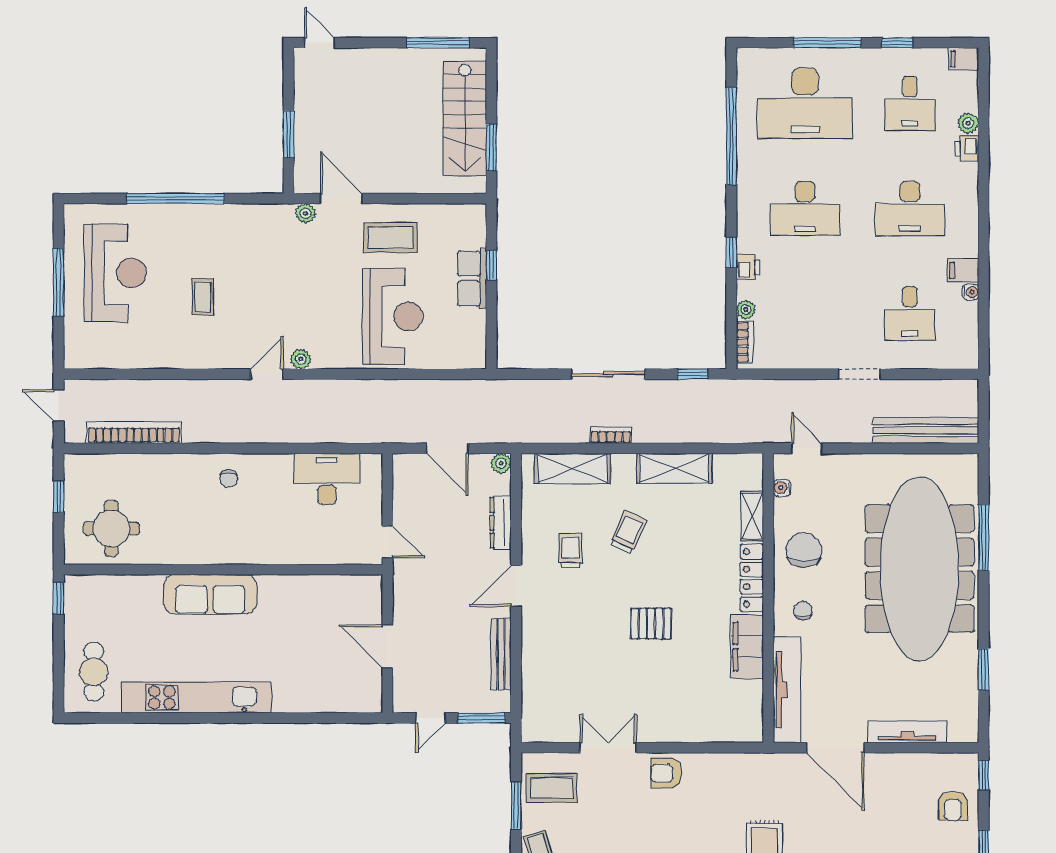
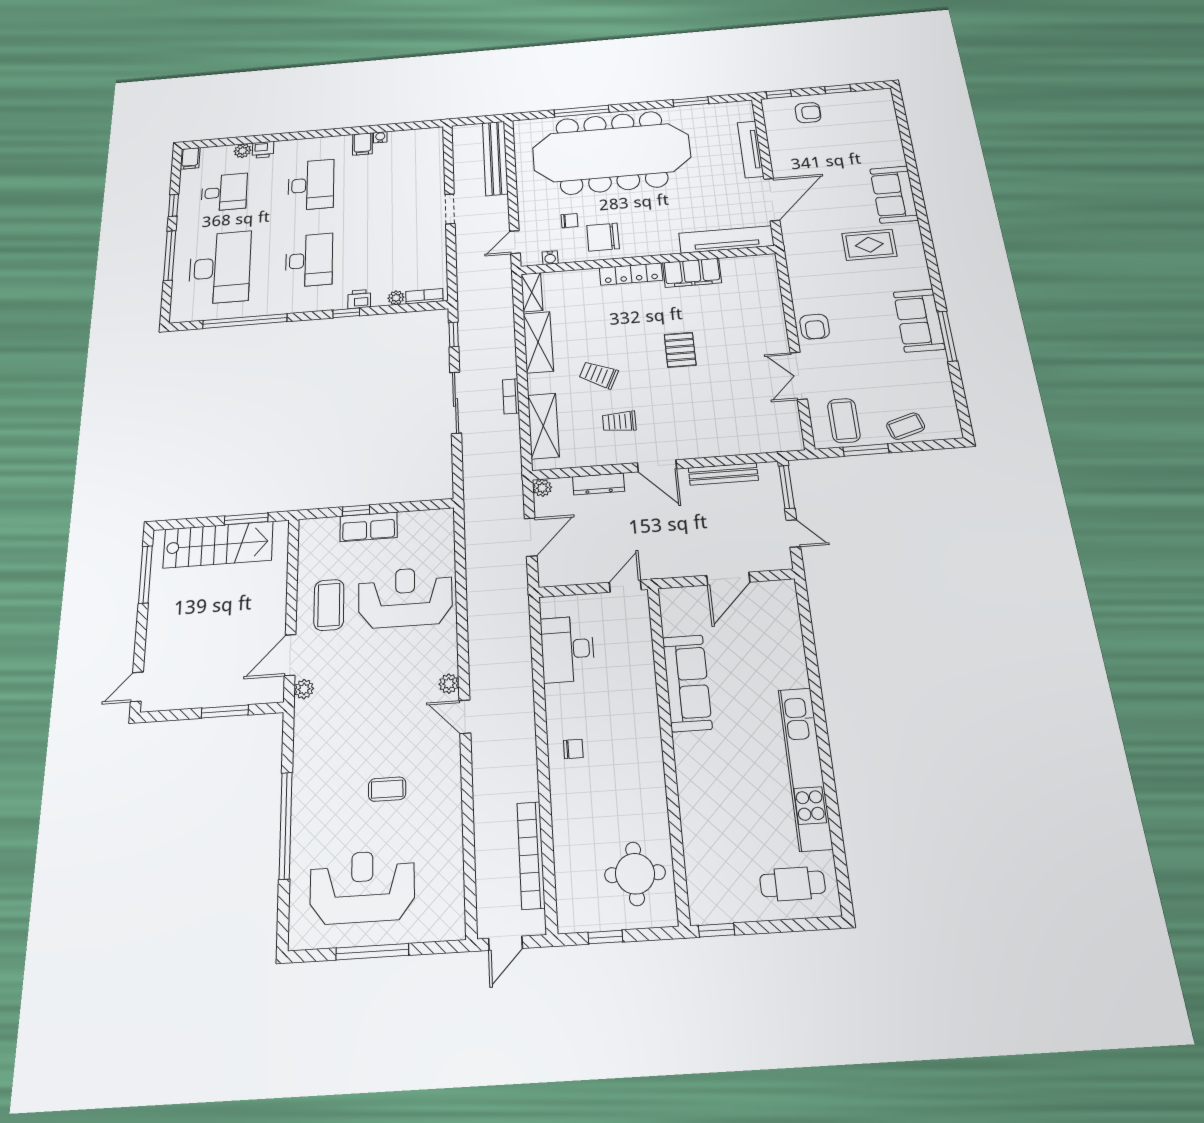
desk: (910, 313) -> (398, 178), removed
shelving: (752, 516) -> (532, 292), moved, turned 90
sofa: (210, 594) -> (687, 683), moved
chair: (803, 611) -> (569, 221), moved, turned 180

